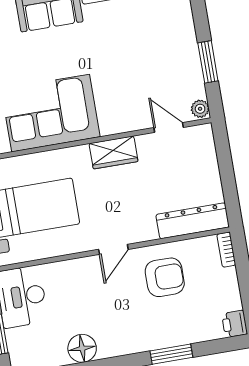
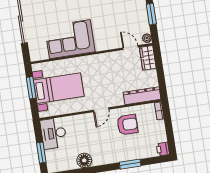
wardrobe: (114, 152) -> (148, 58), moved, turned 90

